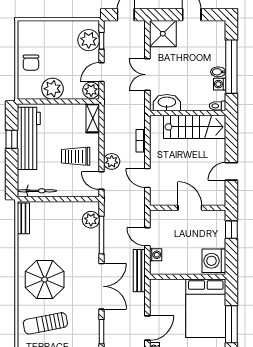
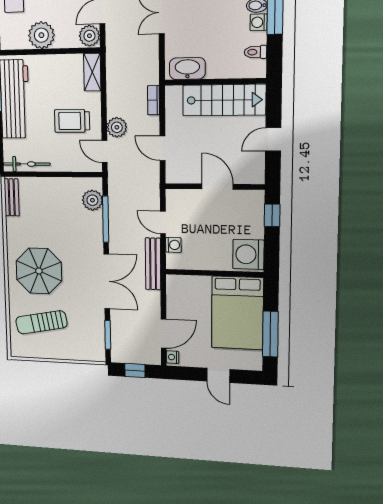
washbasin: (167, 103) -> (187, 68), moved
wall: (188, 113) -> (215, 82), moved
stairs: (195, 127) -> (224, 100), moved

